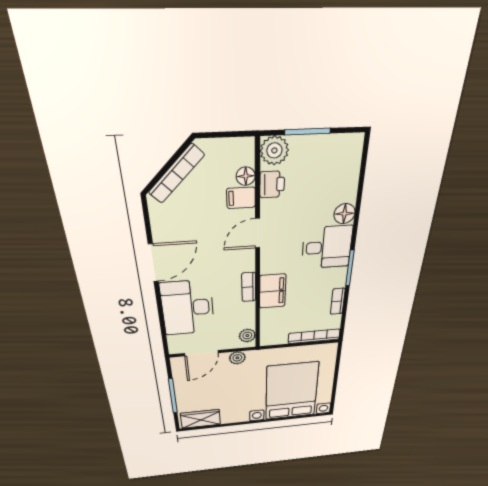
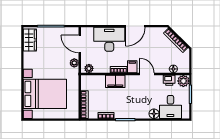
filing cabinet: (241, 198) -> (132, 67), moved
desk: (327, 247) -> (170, 107), moved
door: (153, 263) -> (135, 26), hinge flipped

